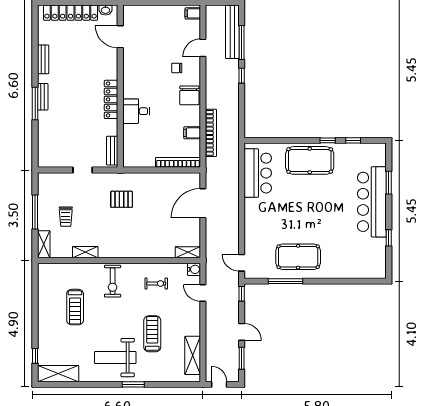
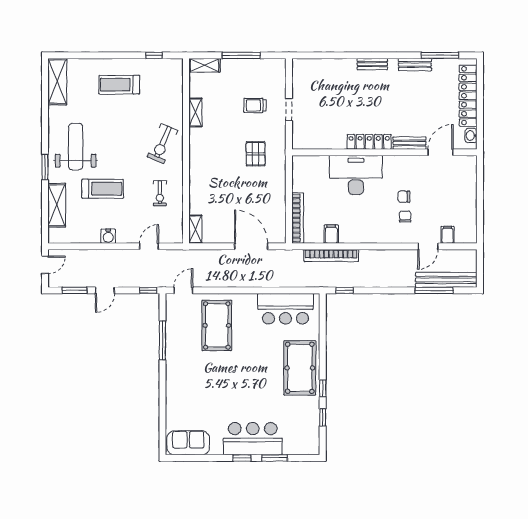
filing cabinet: (193, 13) -> (448, 235), moved
door: (203, 48) -> (428, 246), swing flipped
window: (242, 76) -> (345, 290), moved
chair: (189, 95) -> (404, 197), moved, width x0.54, depth x0.54
window: (35, 103) -> (440, 55), moved
desk: (136, 111) -> (356, 175), width x1.87, depth x1.30
bench: (112, 151) -> (410, 143), moved
bar counter: (372, 202) -> (253, 439), width x0.73
trolley: (66, 217) -> (255, 105), moved
window: (389, 238) -> (242, 458), moved
pool table: (298, 257) -> (217, 325), moved
sofa: (376, 259) -> (188, 443), added
water cooler: (194, 269) -> (108, 236), moved
exercise bike: (113, 281) -> (162, 144), turned -67
treadmill: (75, 307) -> (119, 85), moved
shelving: (193, 355) -> (57, 205), moved, turned 90
window: (35, 356) -> (154, 55), moved

